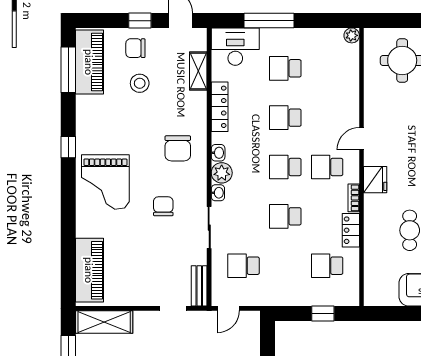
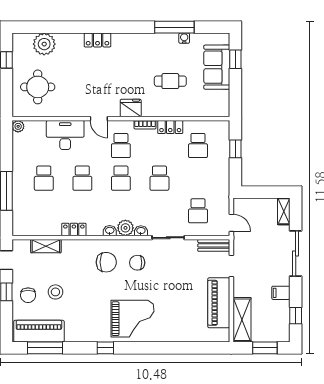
desk: (235, 47) -> (65, 135), moved, turned 90
locker: (220, 107) -> (74, 230), width x0.66
chair: (163, 206) -> (137, 263), moved
piano: (89, 270) -> (219, 303), moved, turned -90

